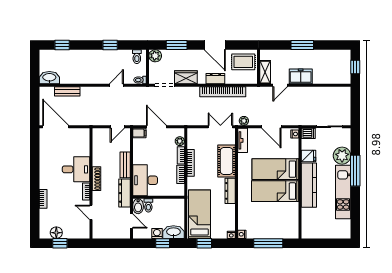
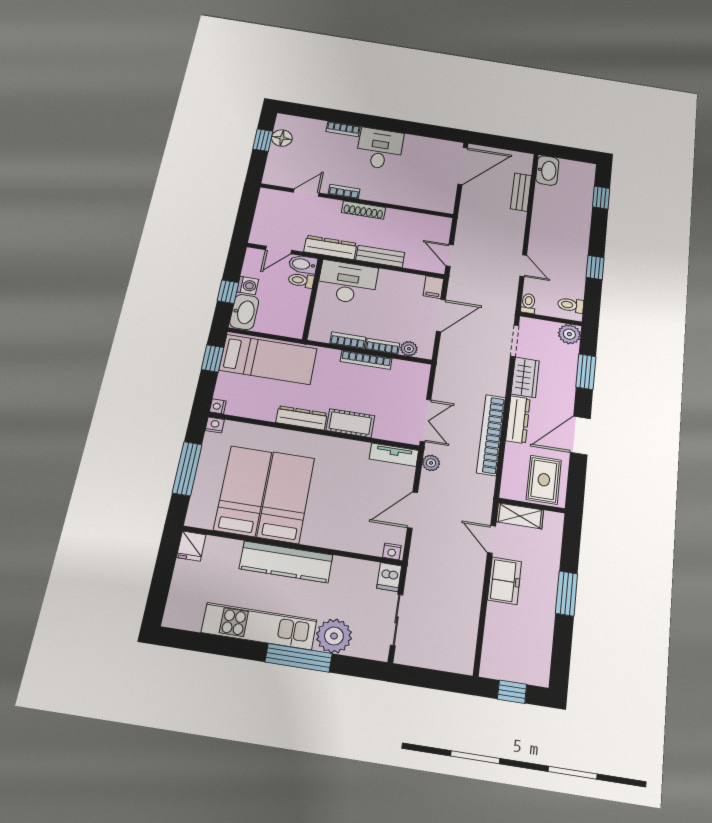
dresser: (215, 79) -> (518, 420), width x1.44
fridge: (309, 156) -> (191, 546), moved
cot: (227, 161) -> (350, 423), width x0.73, depth x0.75
desk: (76, 169) -> (380, 149), moved, turned 180
bed: (275, 169) -> (243, 491), moved

